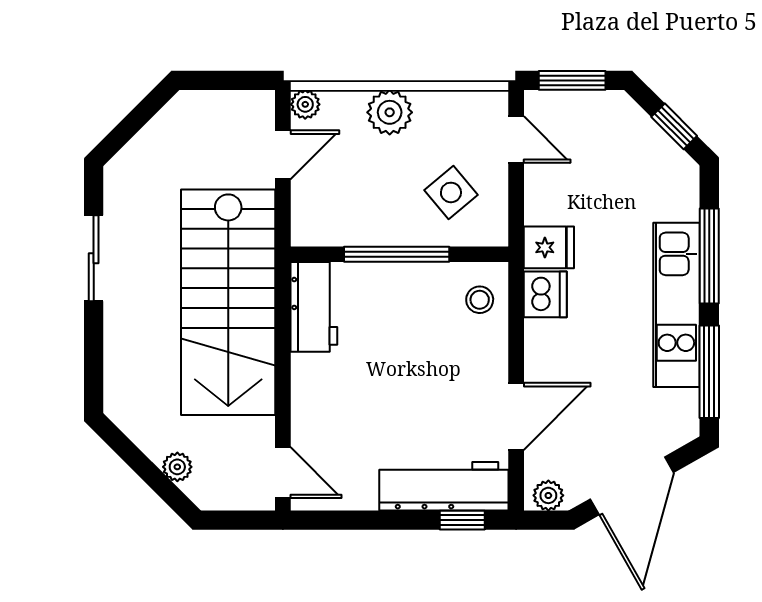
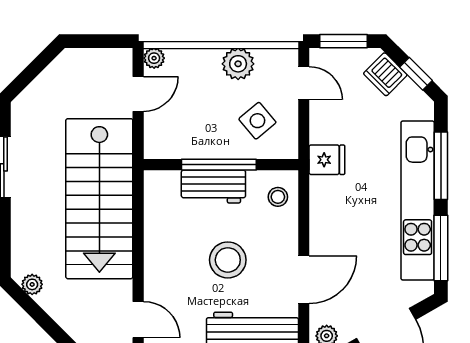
plant: (390, 112) -> (238, 64), moved
dishwasher: (545, 294) -> (385, 74), moved, turned 135
kitchen unit: (676, 305) -> (418, 201), width x1.36
workbench: (314, 307) -> (213, 187), moved, turned 90
stool: (409, 389) -> (228, 260), added
plant: (177, 467) -> (32, 284), moved

